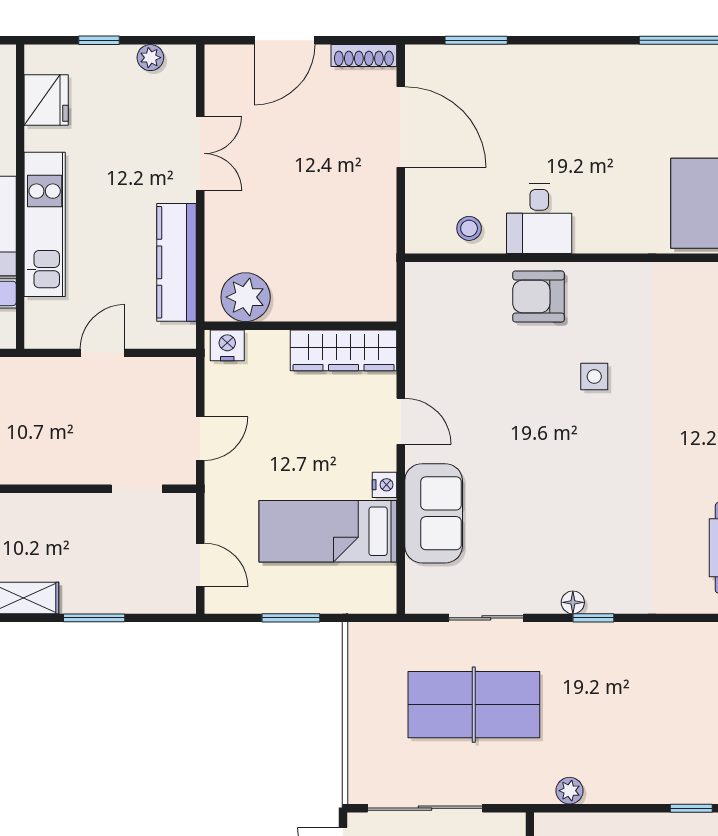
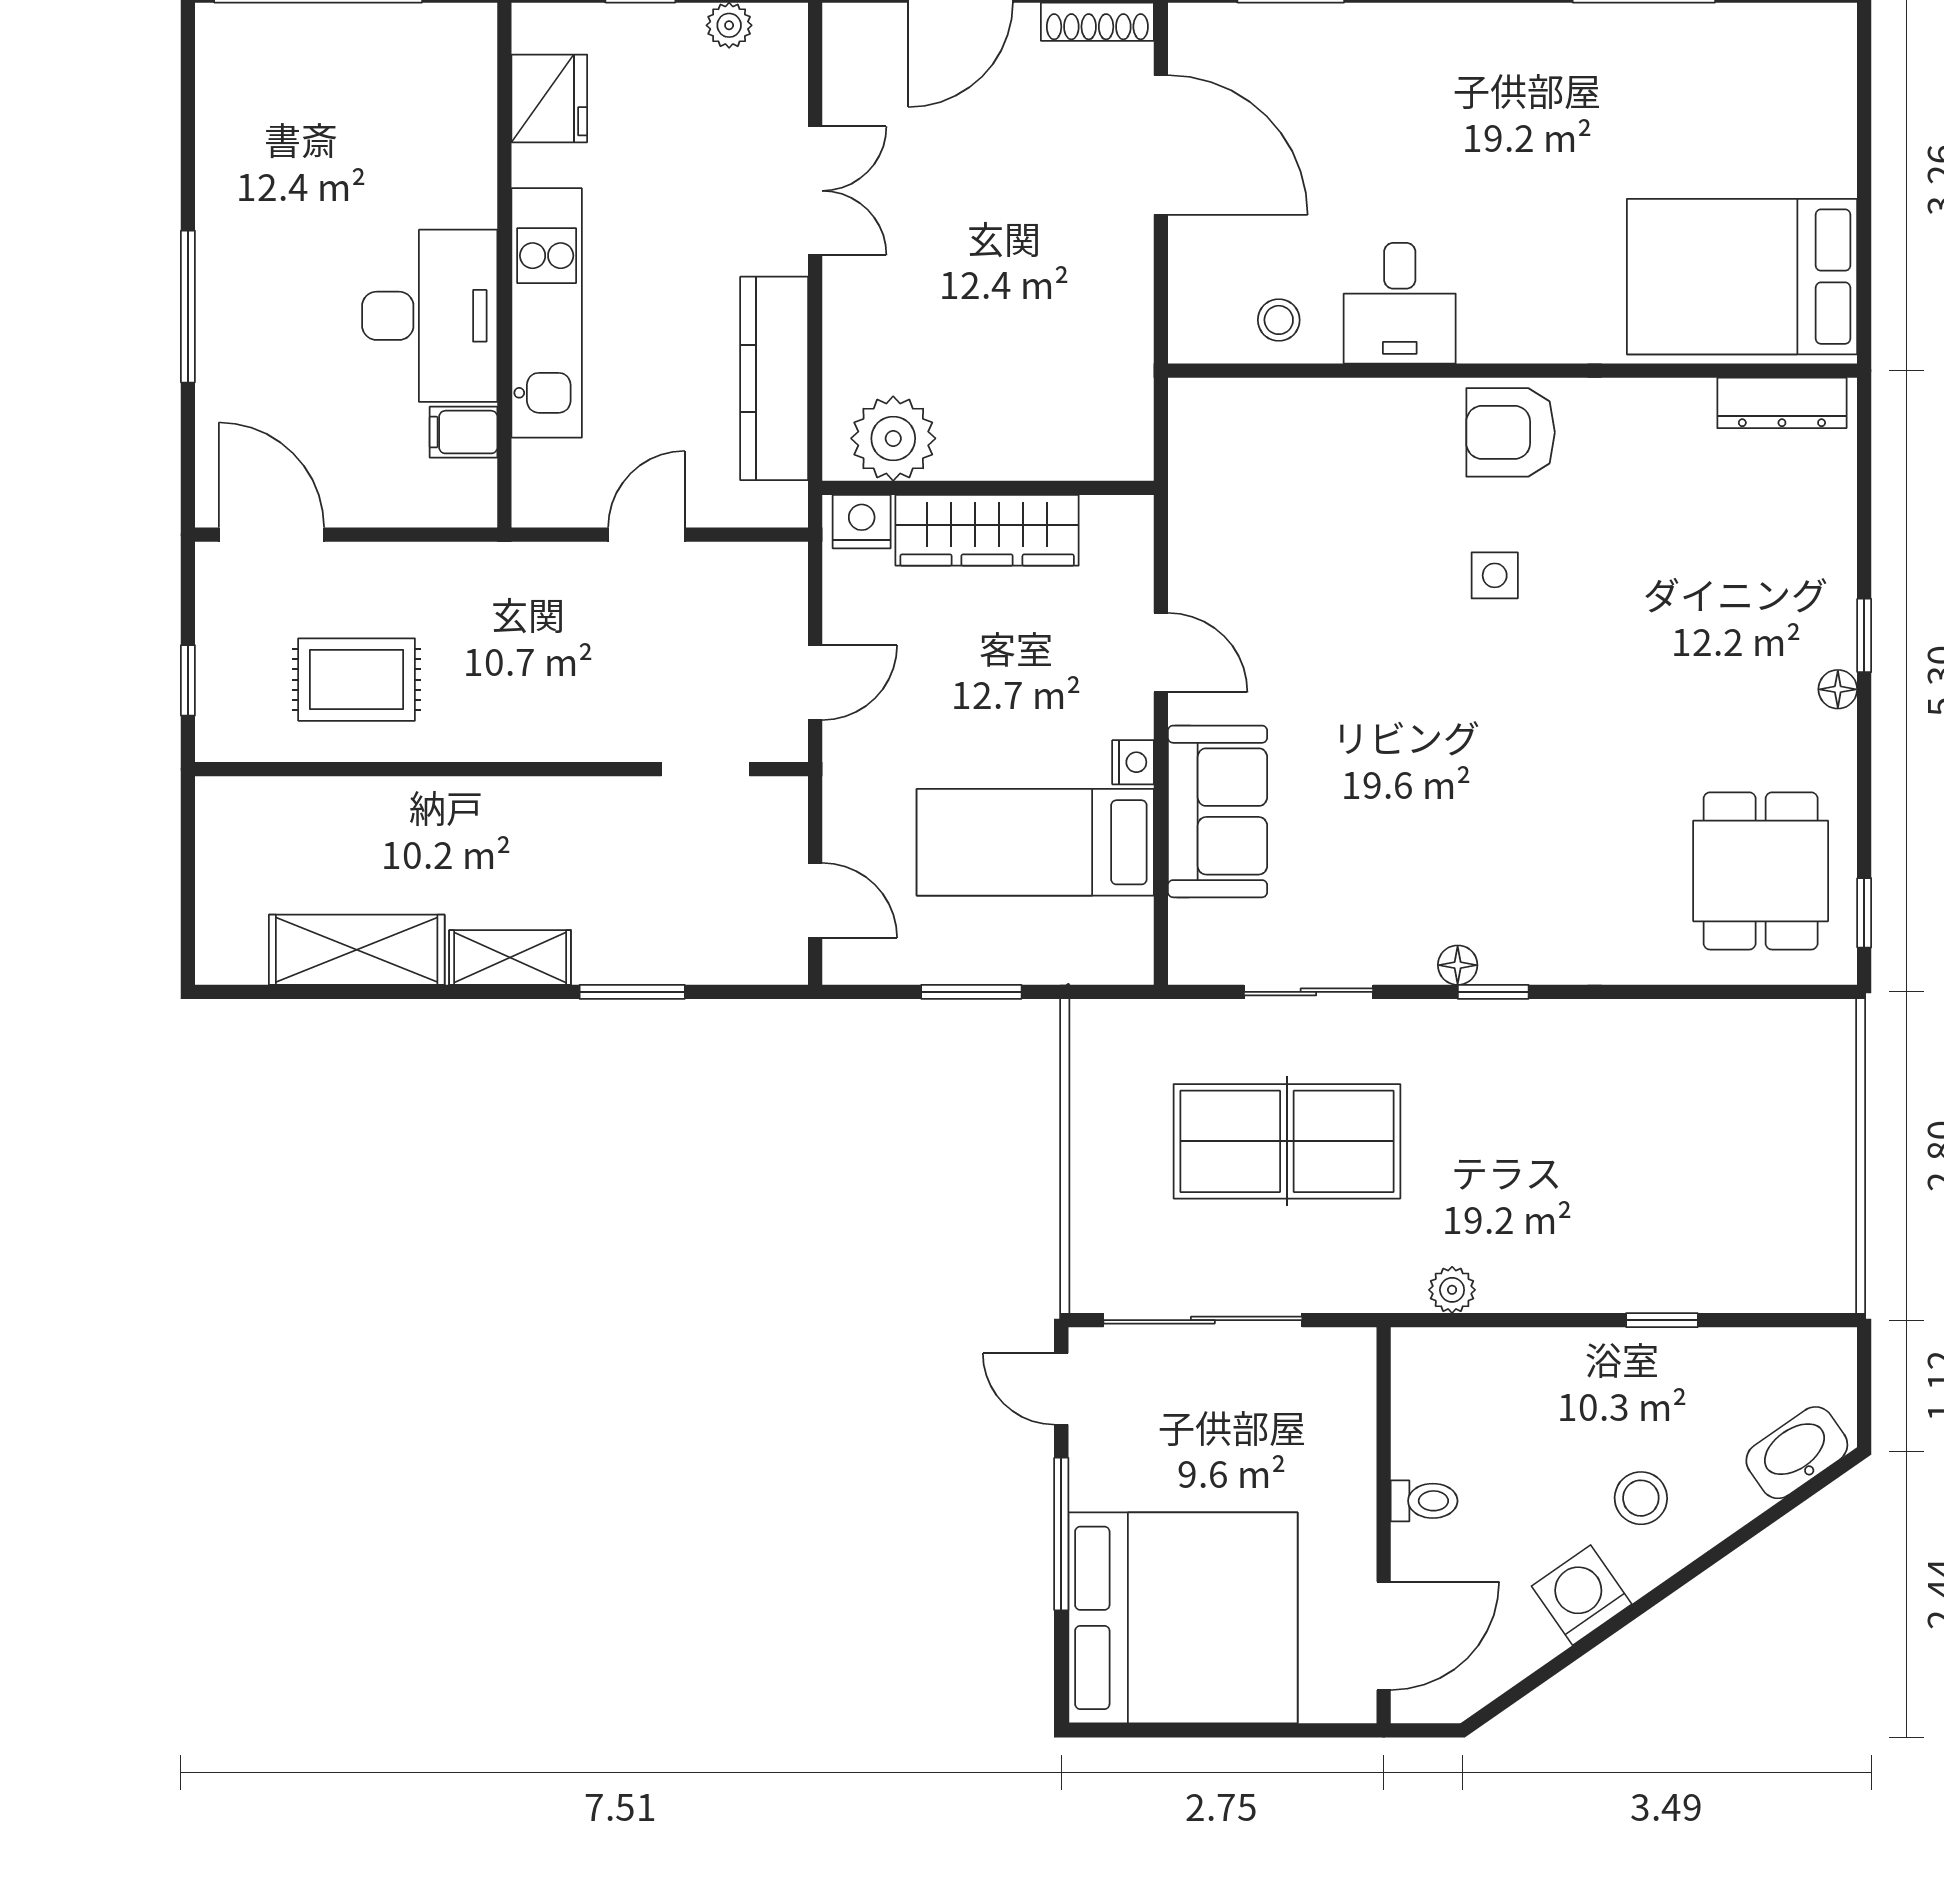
armchair: (539, 297) -> (1511, 432), moved
wardrobe: (344, 350) -> (987, 530), moved

